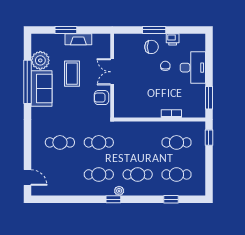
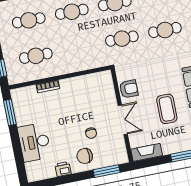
window: (154, 30) -> (107, 171), moved
fireplace: (78, 39) -> (147, 152), moved
chair: (165, 66) -> (91, 133), moved

